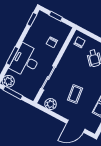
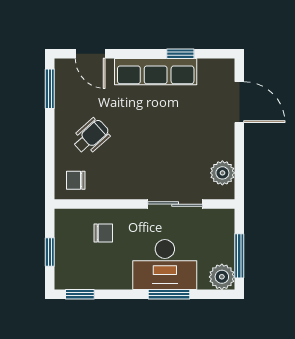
coffee table: (75, 94) -> (179, 137), removed

